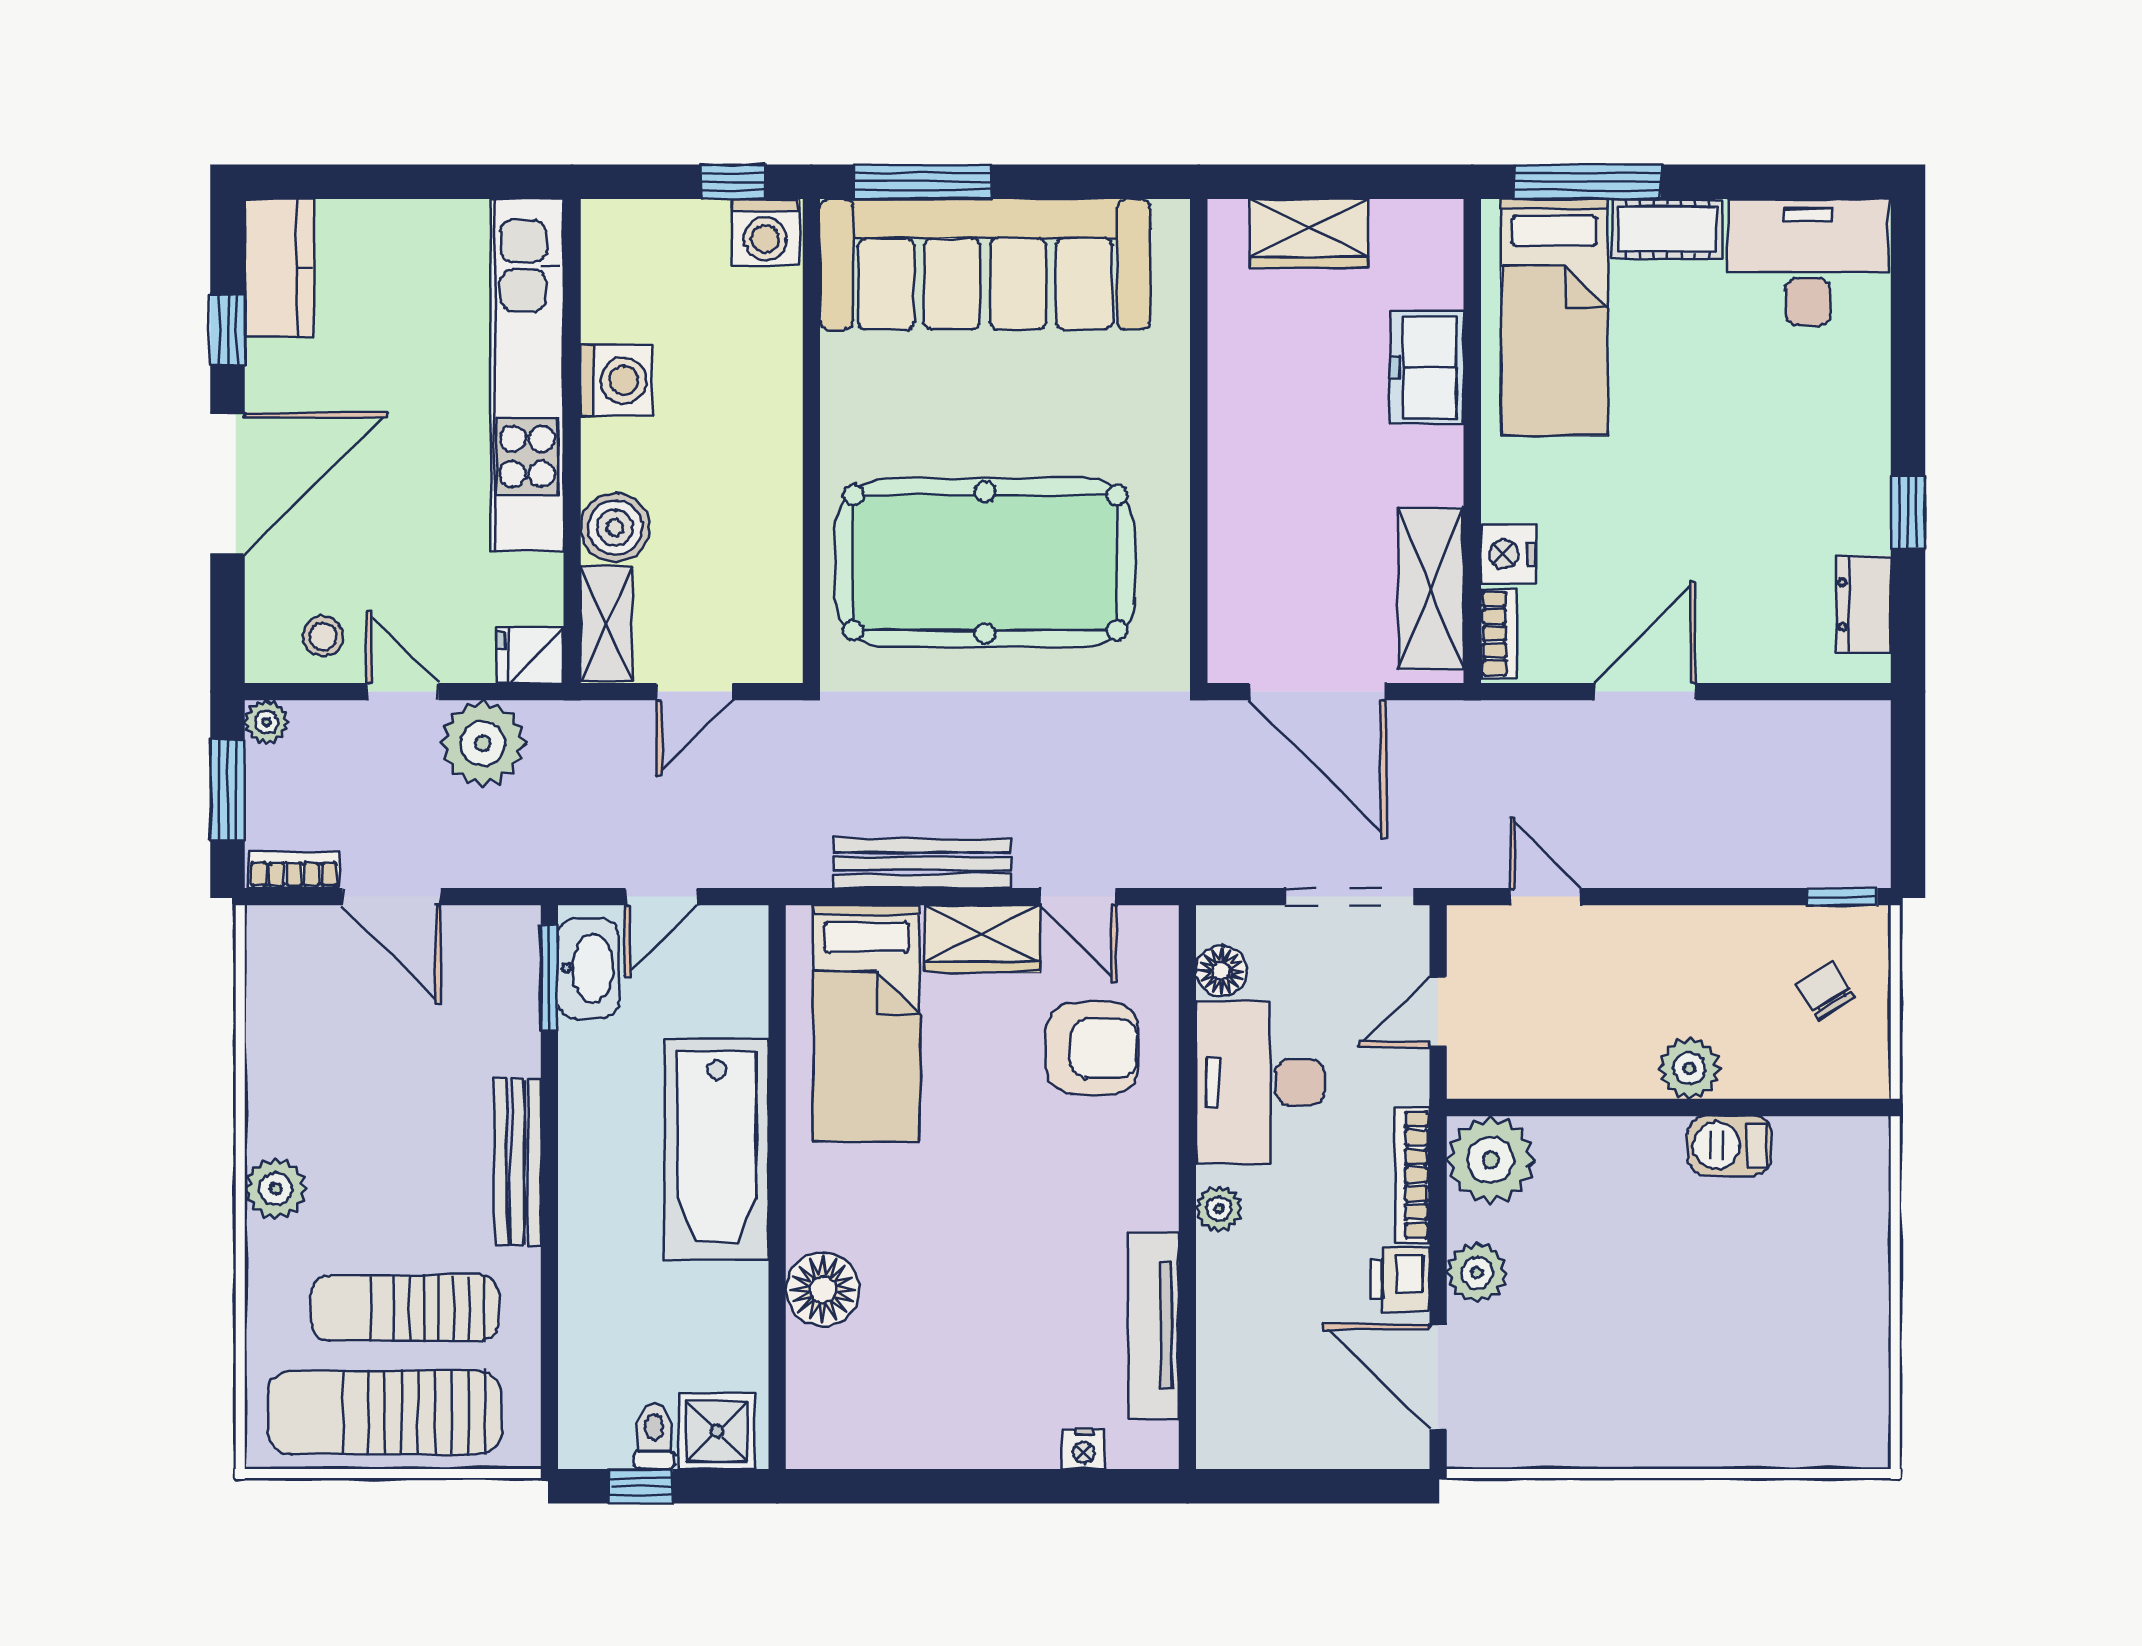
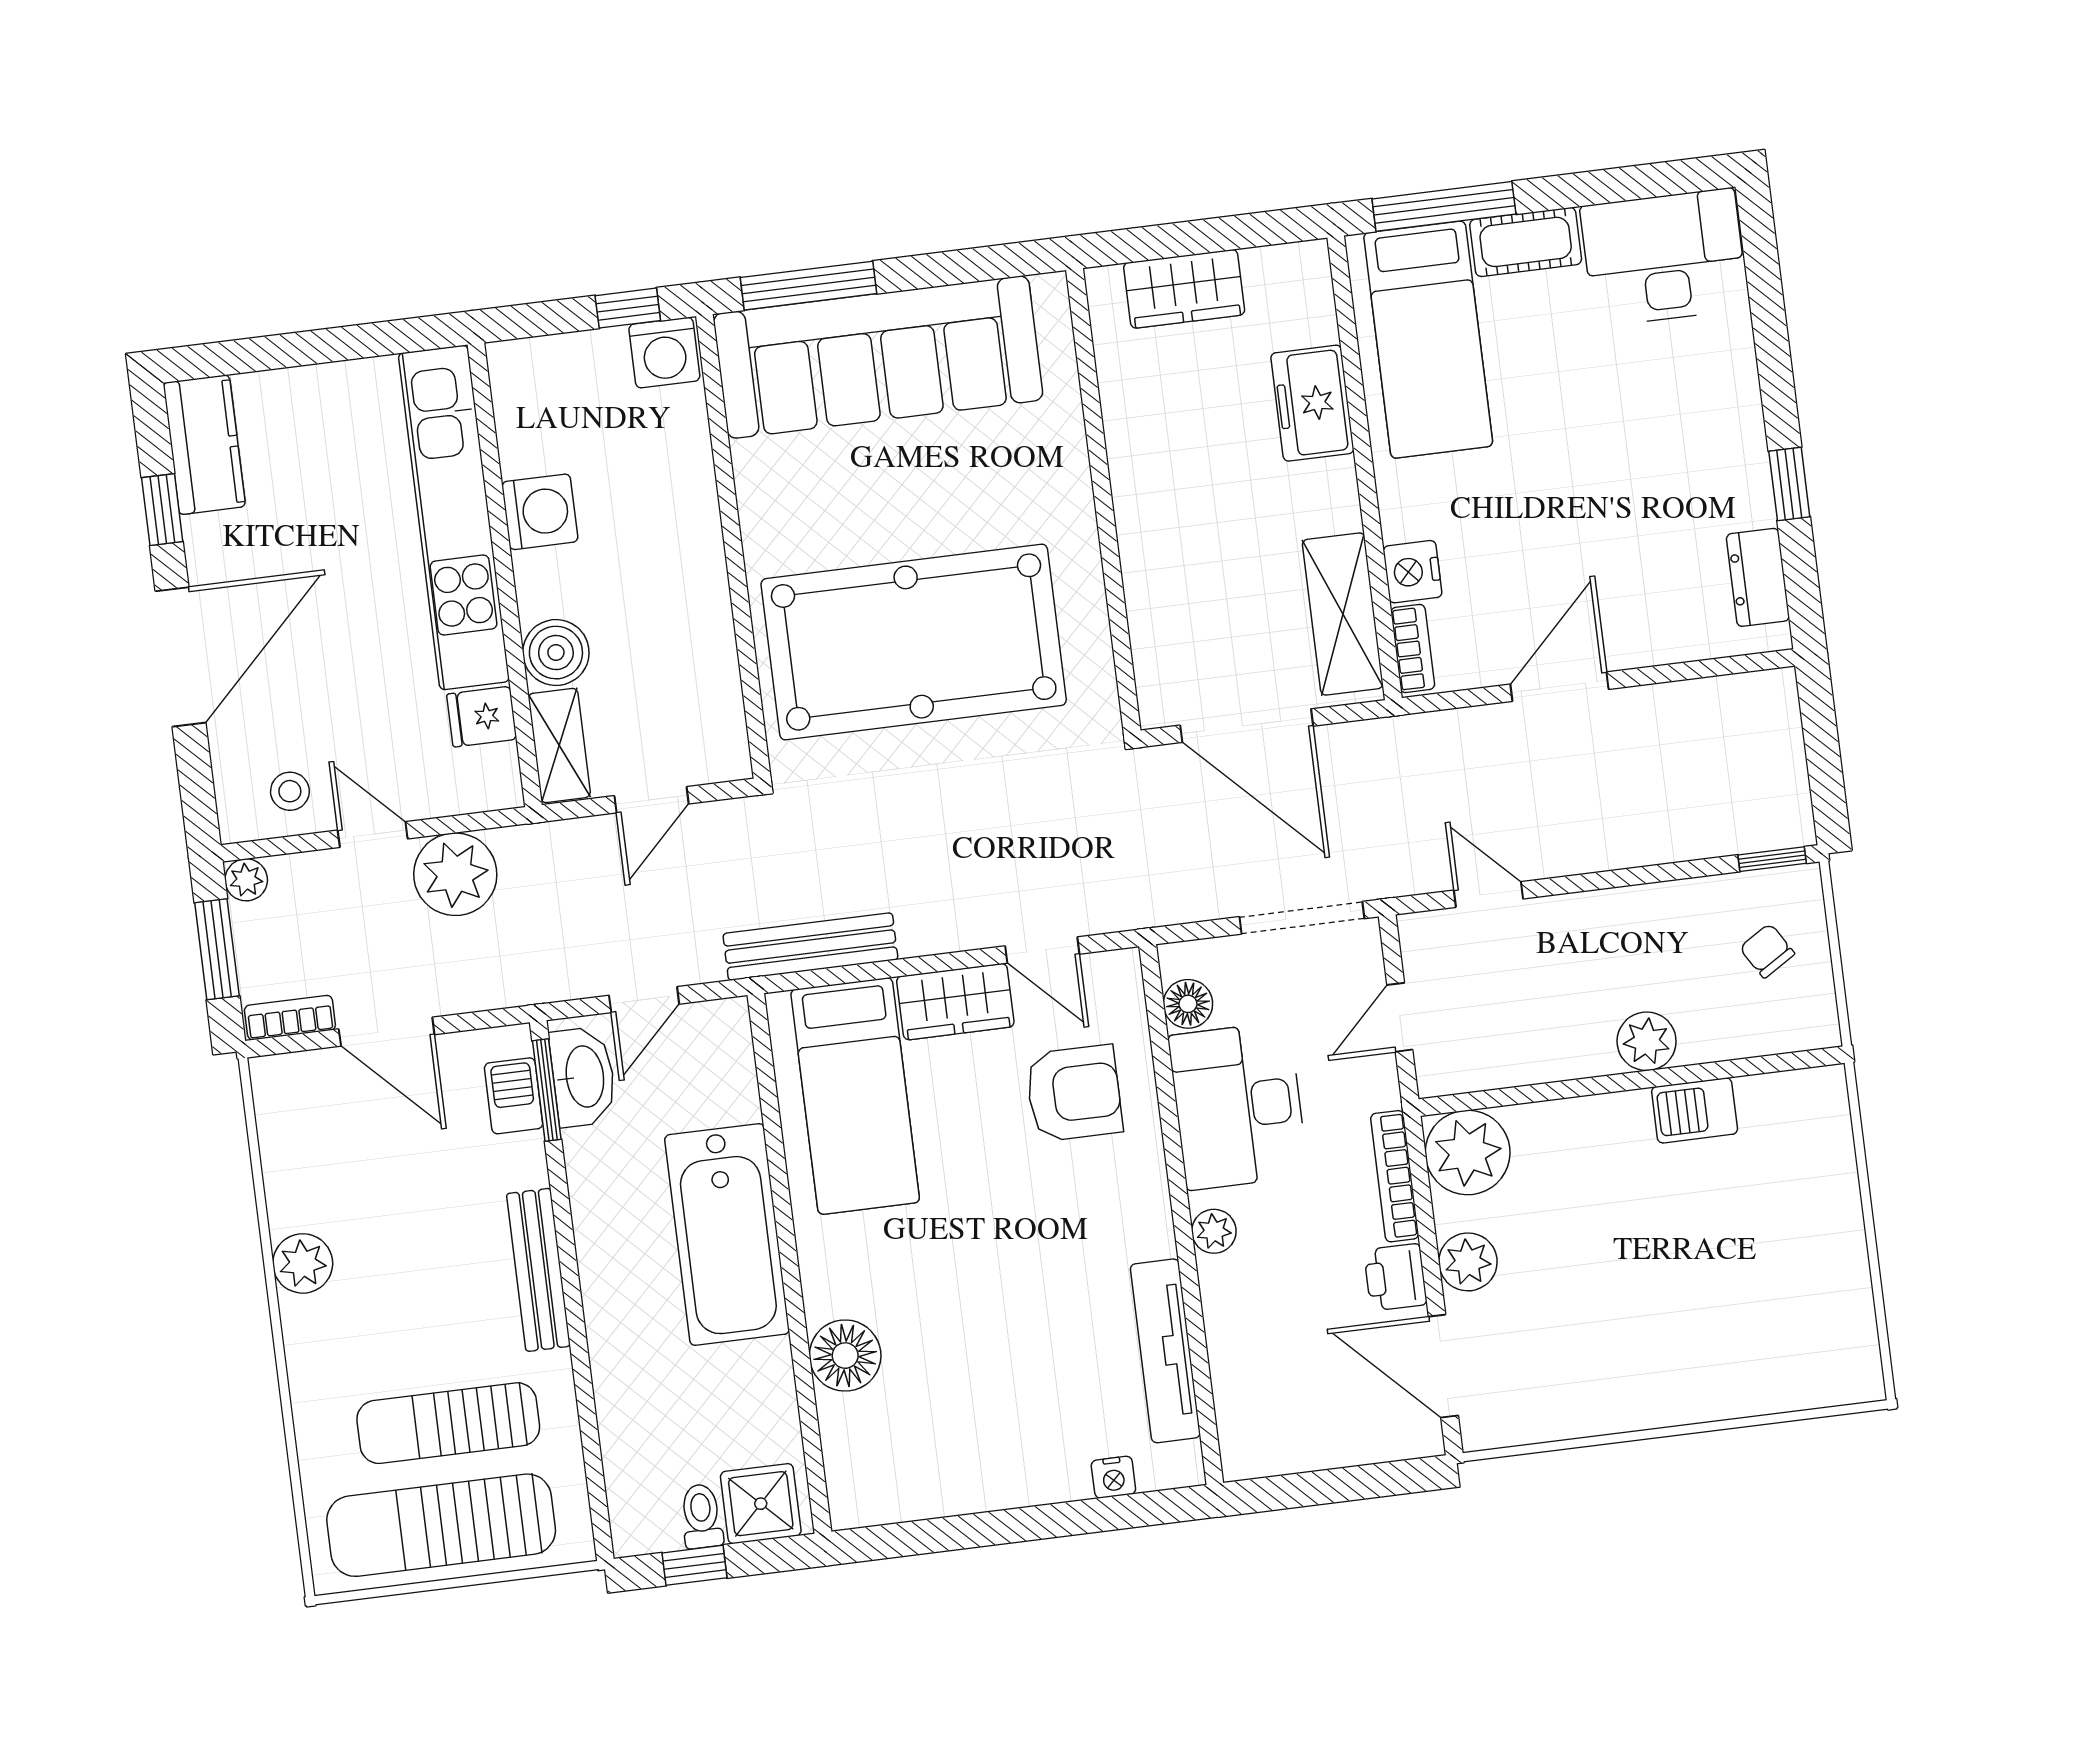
fridge: (530, 655) -> (482, 717), moved
bench: (922, 863) -> (810, 947), moved
barbecue: (514, 979) -> (514, 1096), added
plant: (275, 1189) -> (303, 1263), moved

